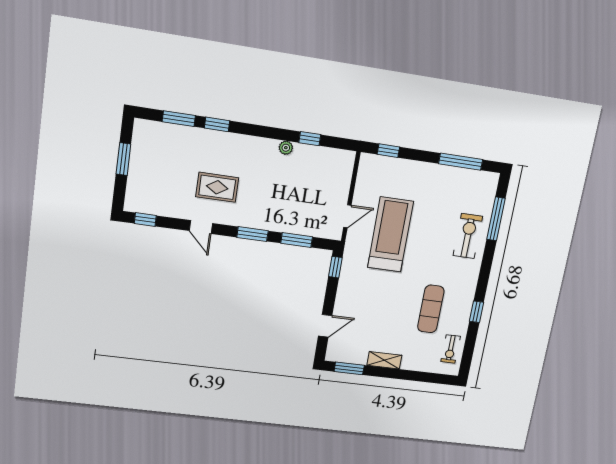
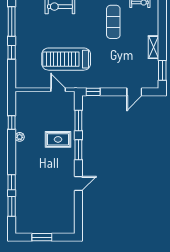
window: (388, 151) -> (12, 52), moved
rug: (217, 187) -> (58, 139), moved, turned 90
window: (145, 220) -> (78, 219), removed
exercise mat: (431, 309) -> (113, 22), turned 90
door: (325, 326) -> (134, 92), swing flipped

